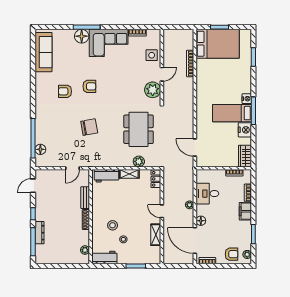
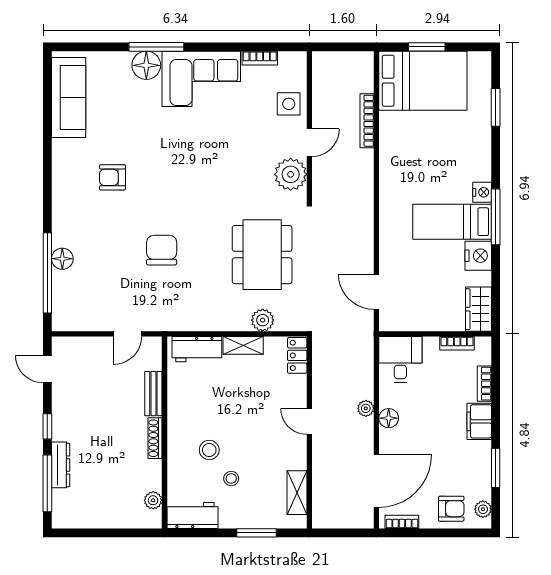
armchair: (89, 86) -> (162, 167), removed
chair: (89, 127) -> (162, 250), turned -80
floor lamp: (40, 149) -> (62, 259), moved
door: (33, 186) -> (47, 369), hinge flipped
desk: (207, 194) -> (400, 359), moved, turned 90
floor lamp: (201, 221) -> (389, 418), moved
shelving: (156, 235) -> (297, 493), moved
door: (195, 241) -> (376, 481), swing flipped

